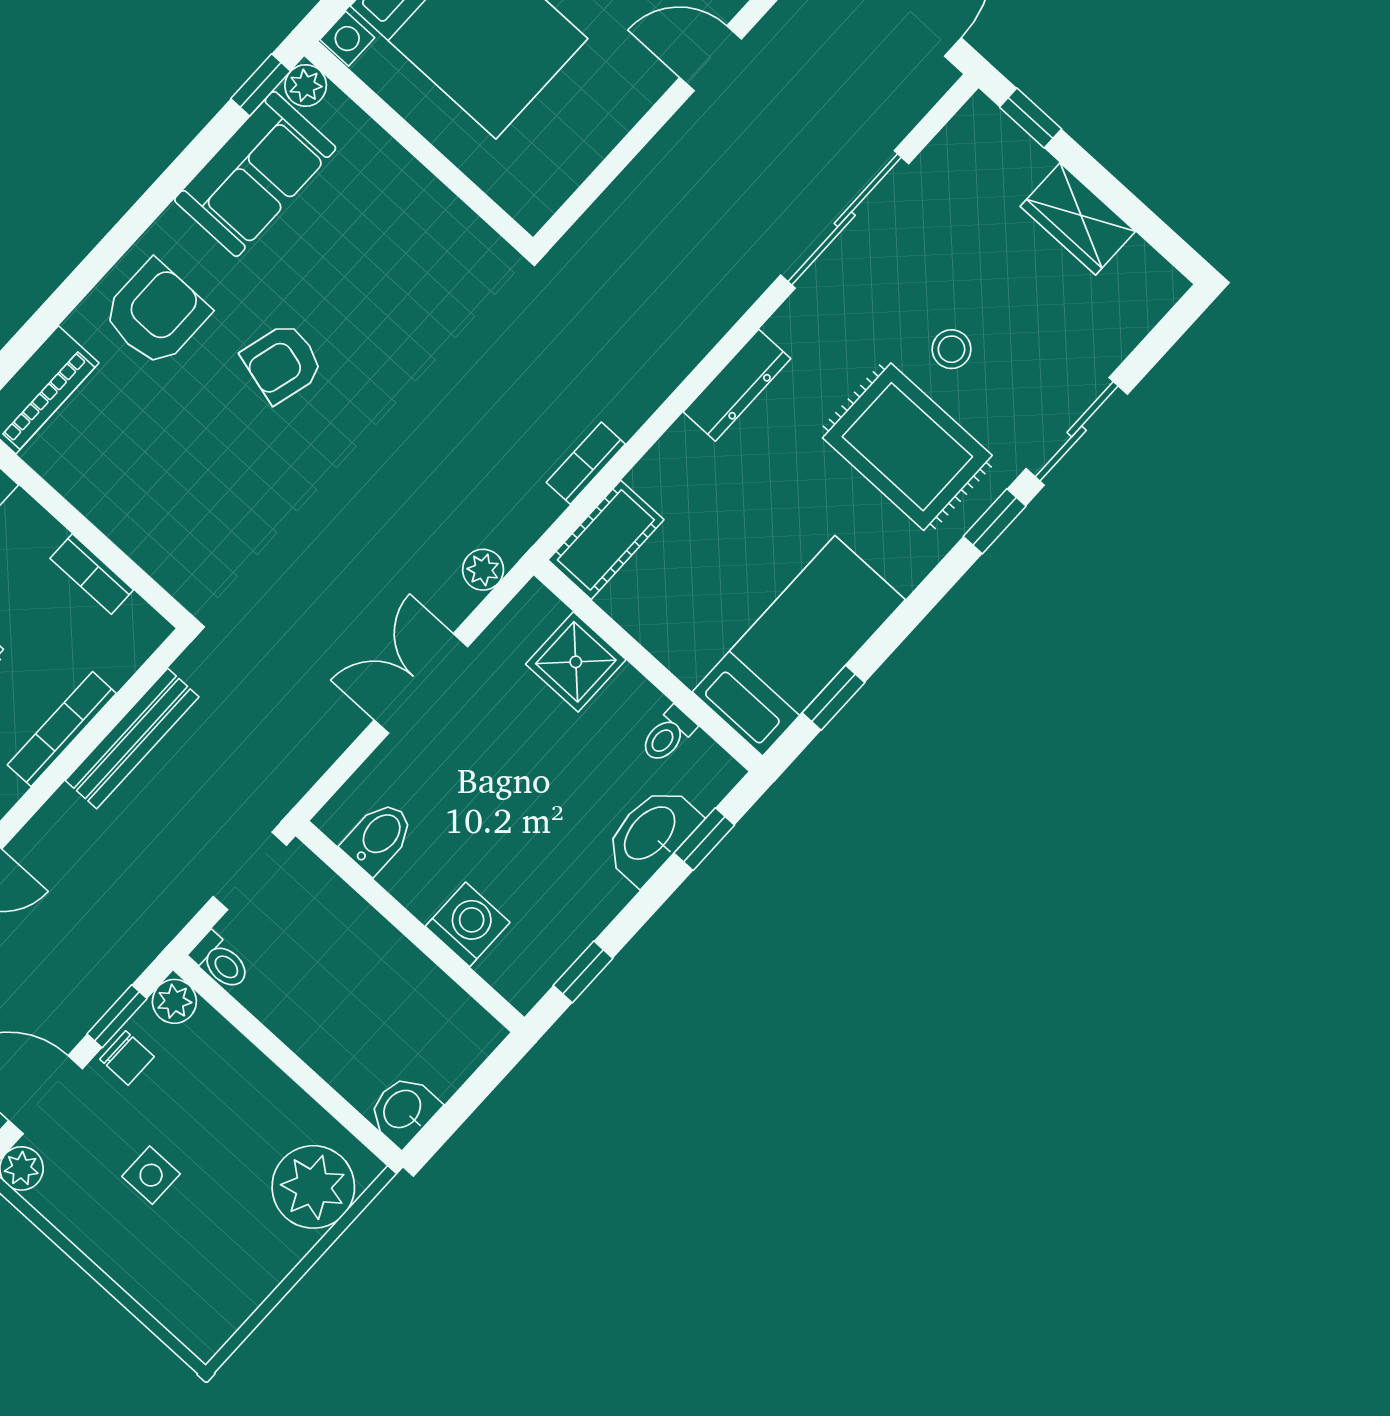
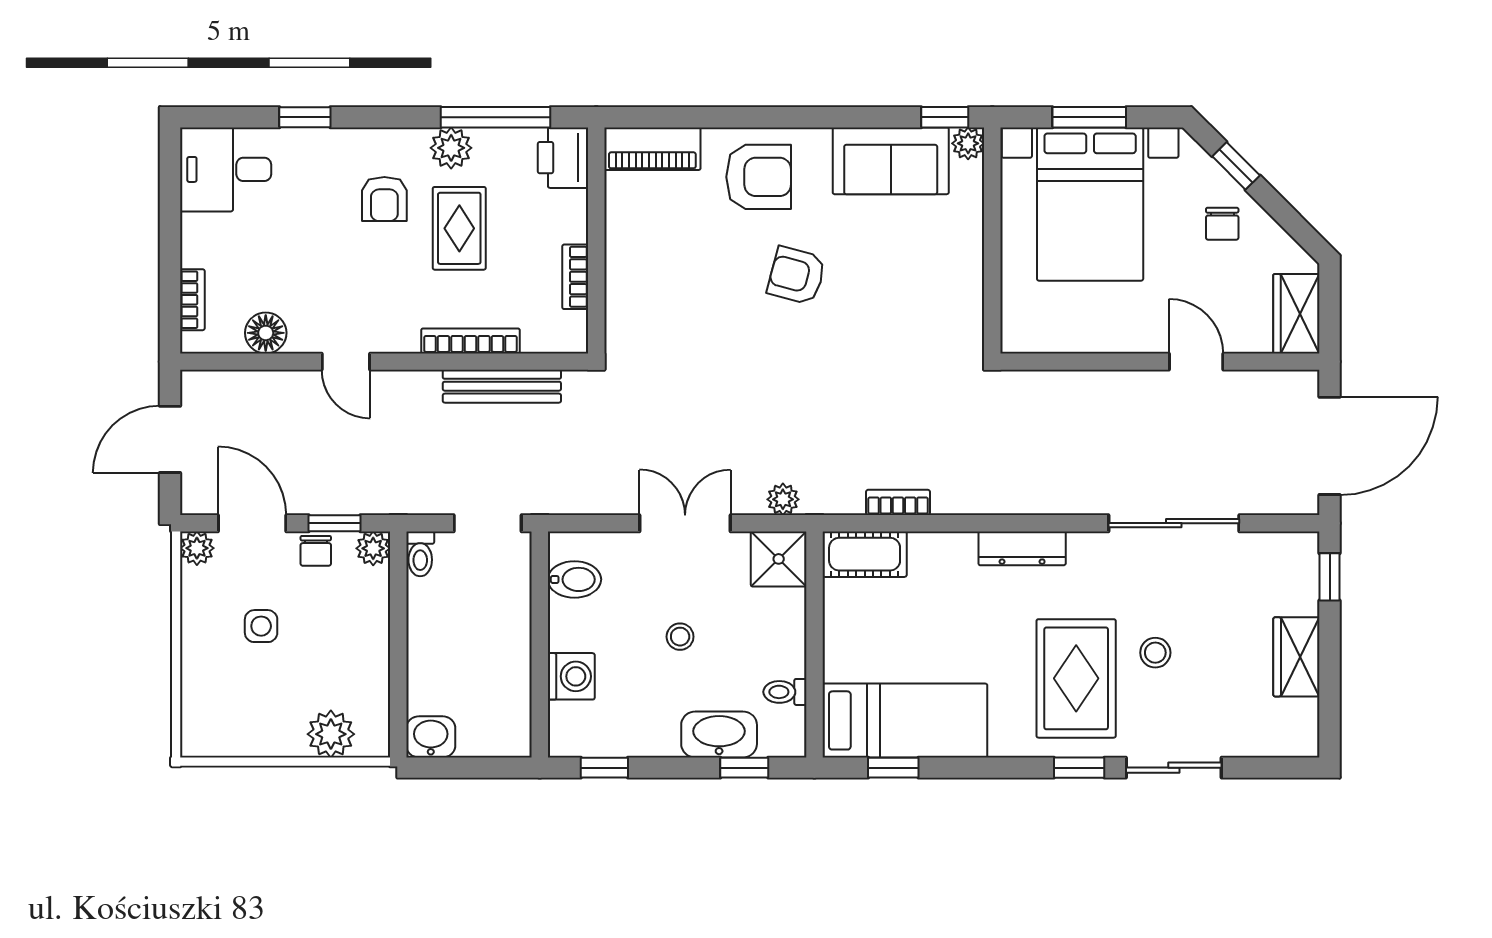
shower: (576, 662) -> (779, 559), moved
stool: (524, 786) -> (680, 637), added
plant: (313, 1187) -> (331, 734), width x0.73, depth x0.73

